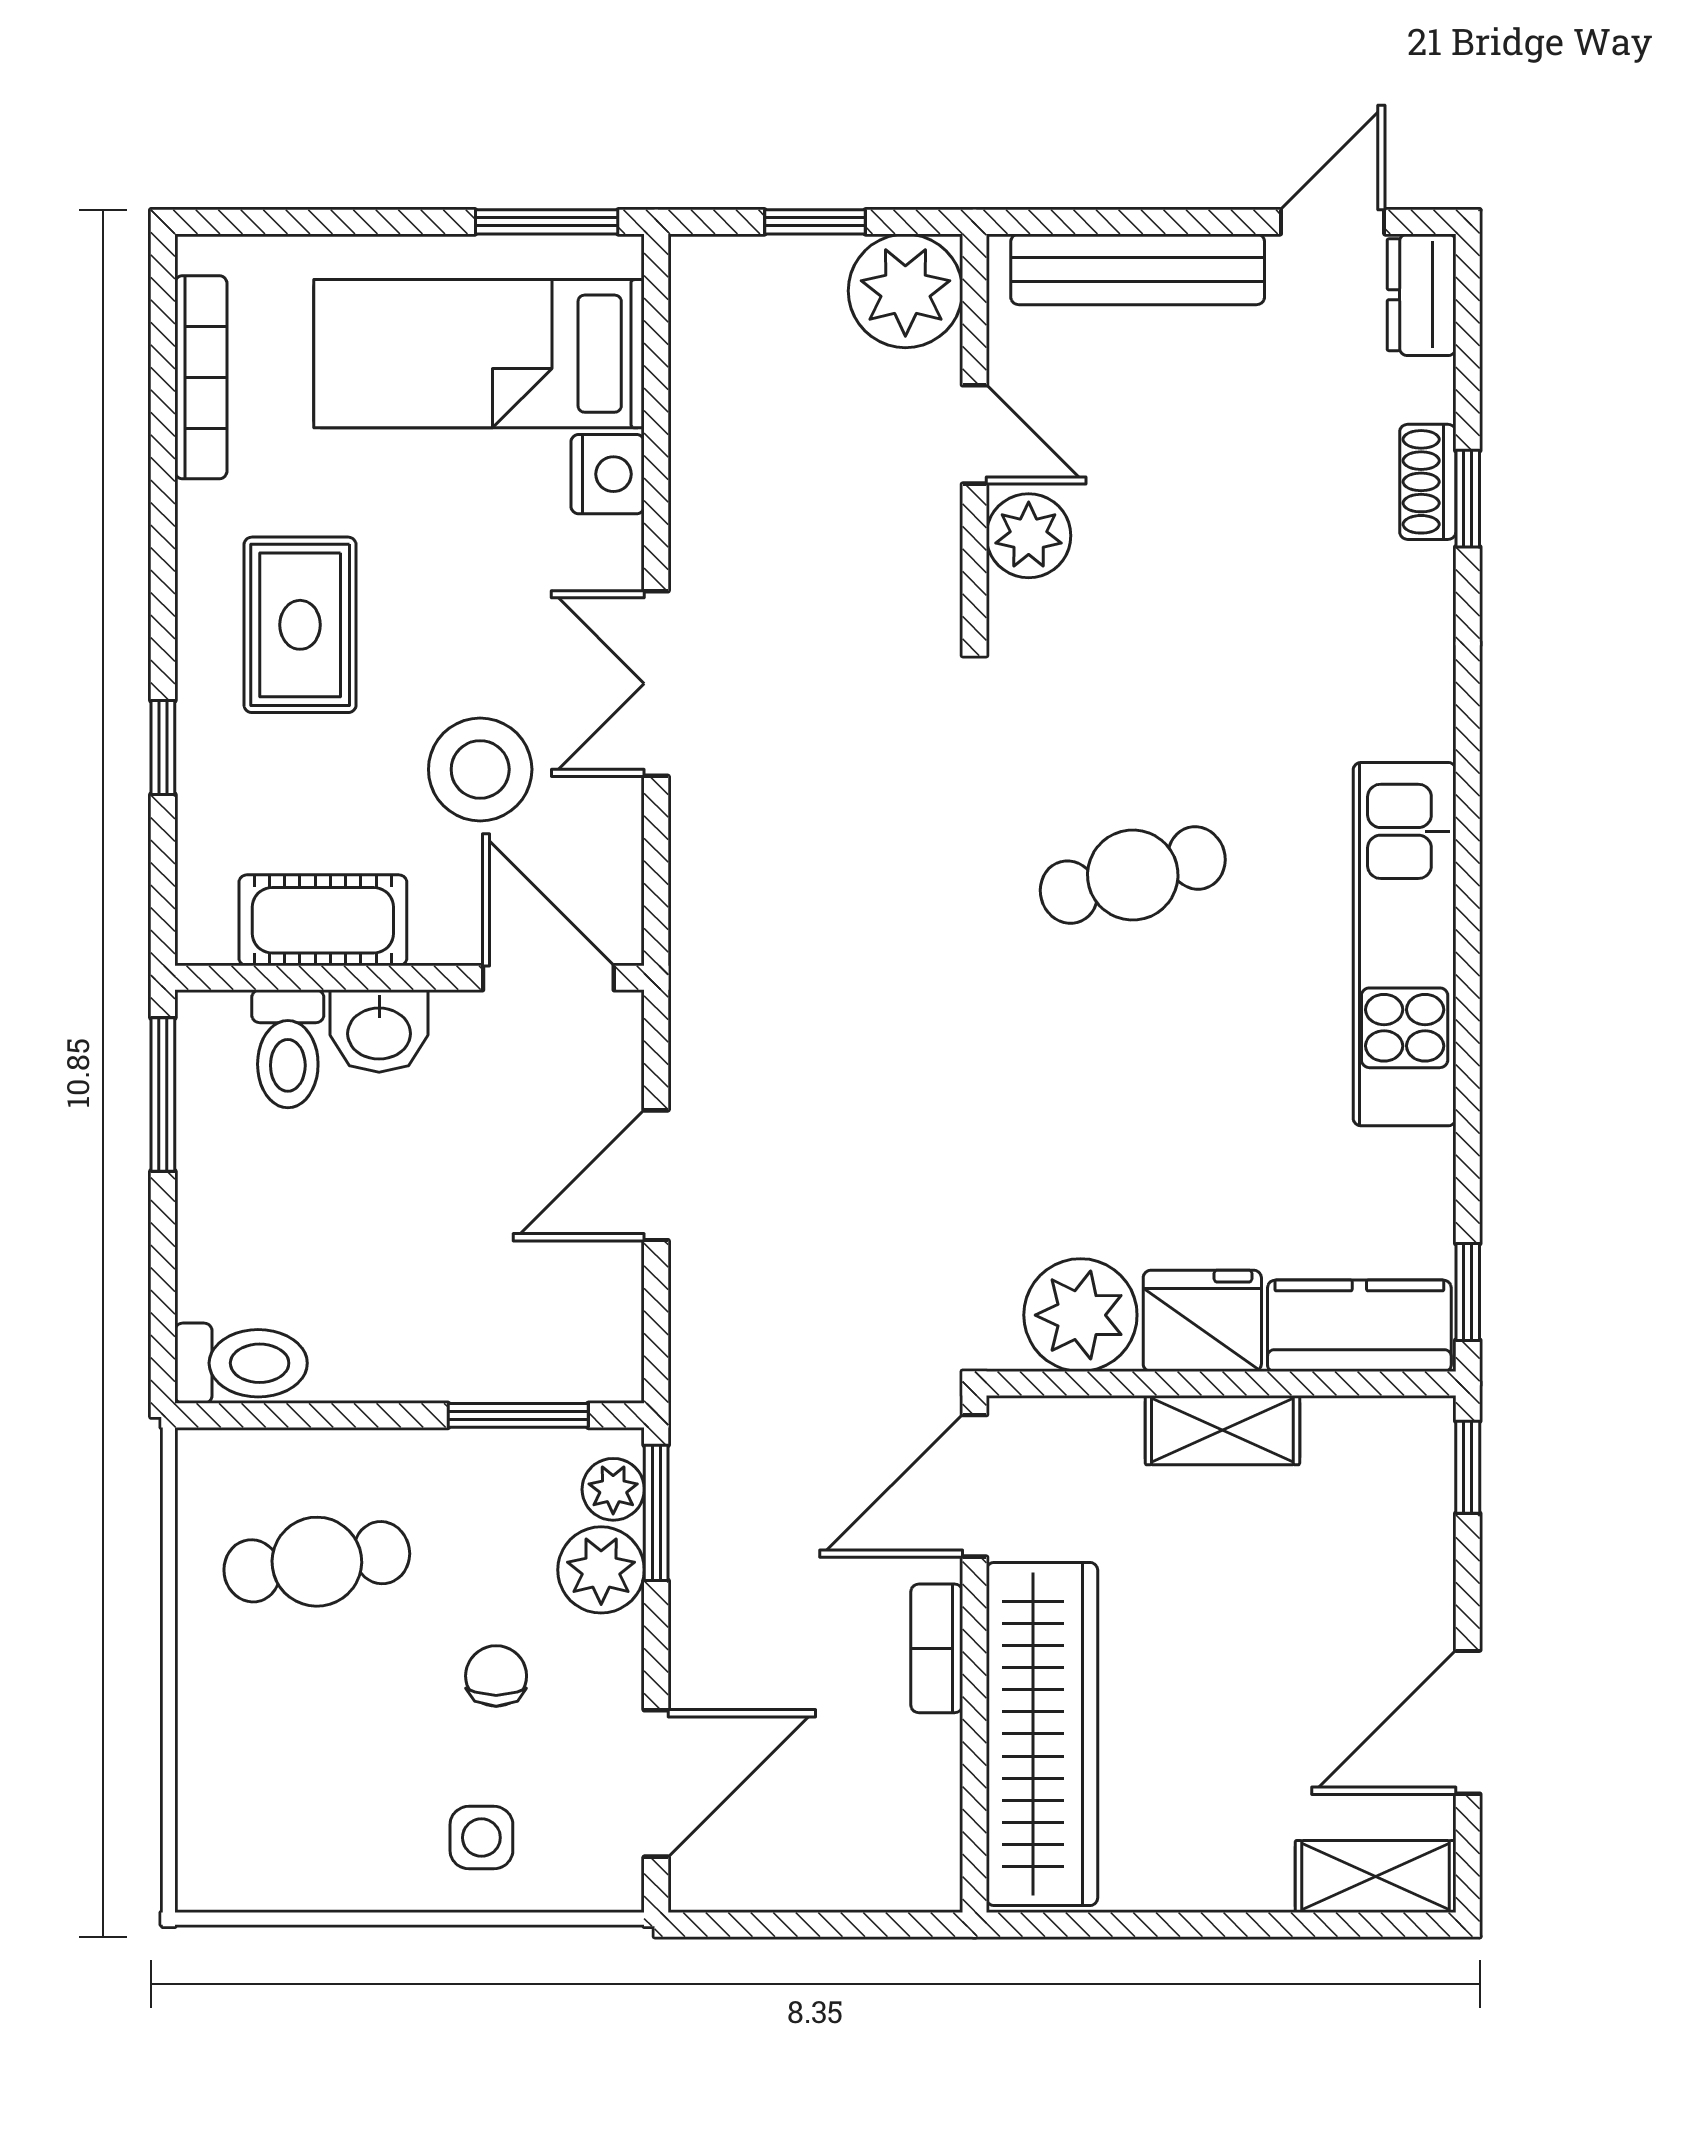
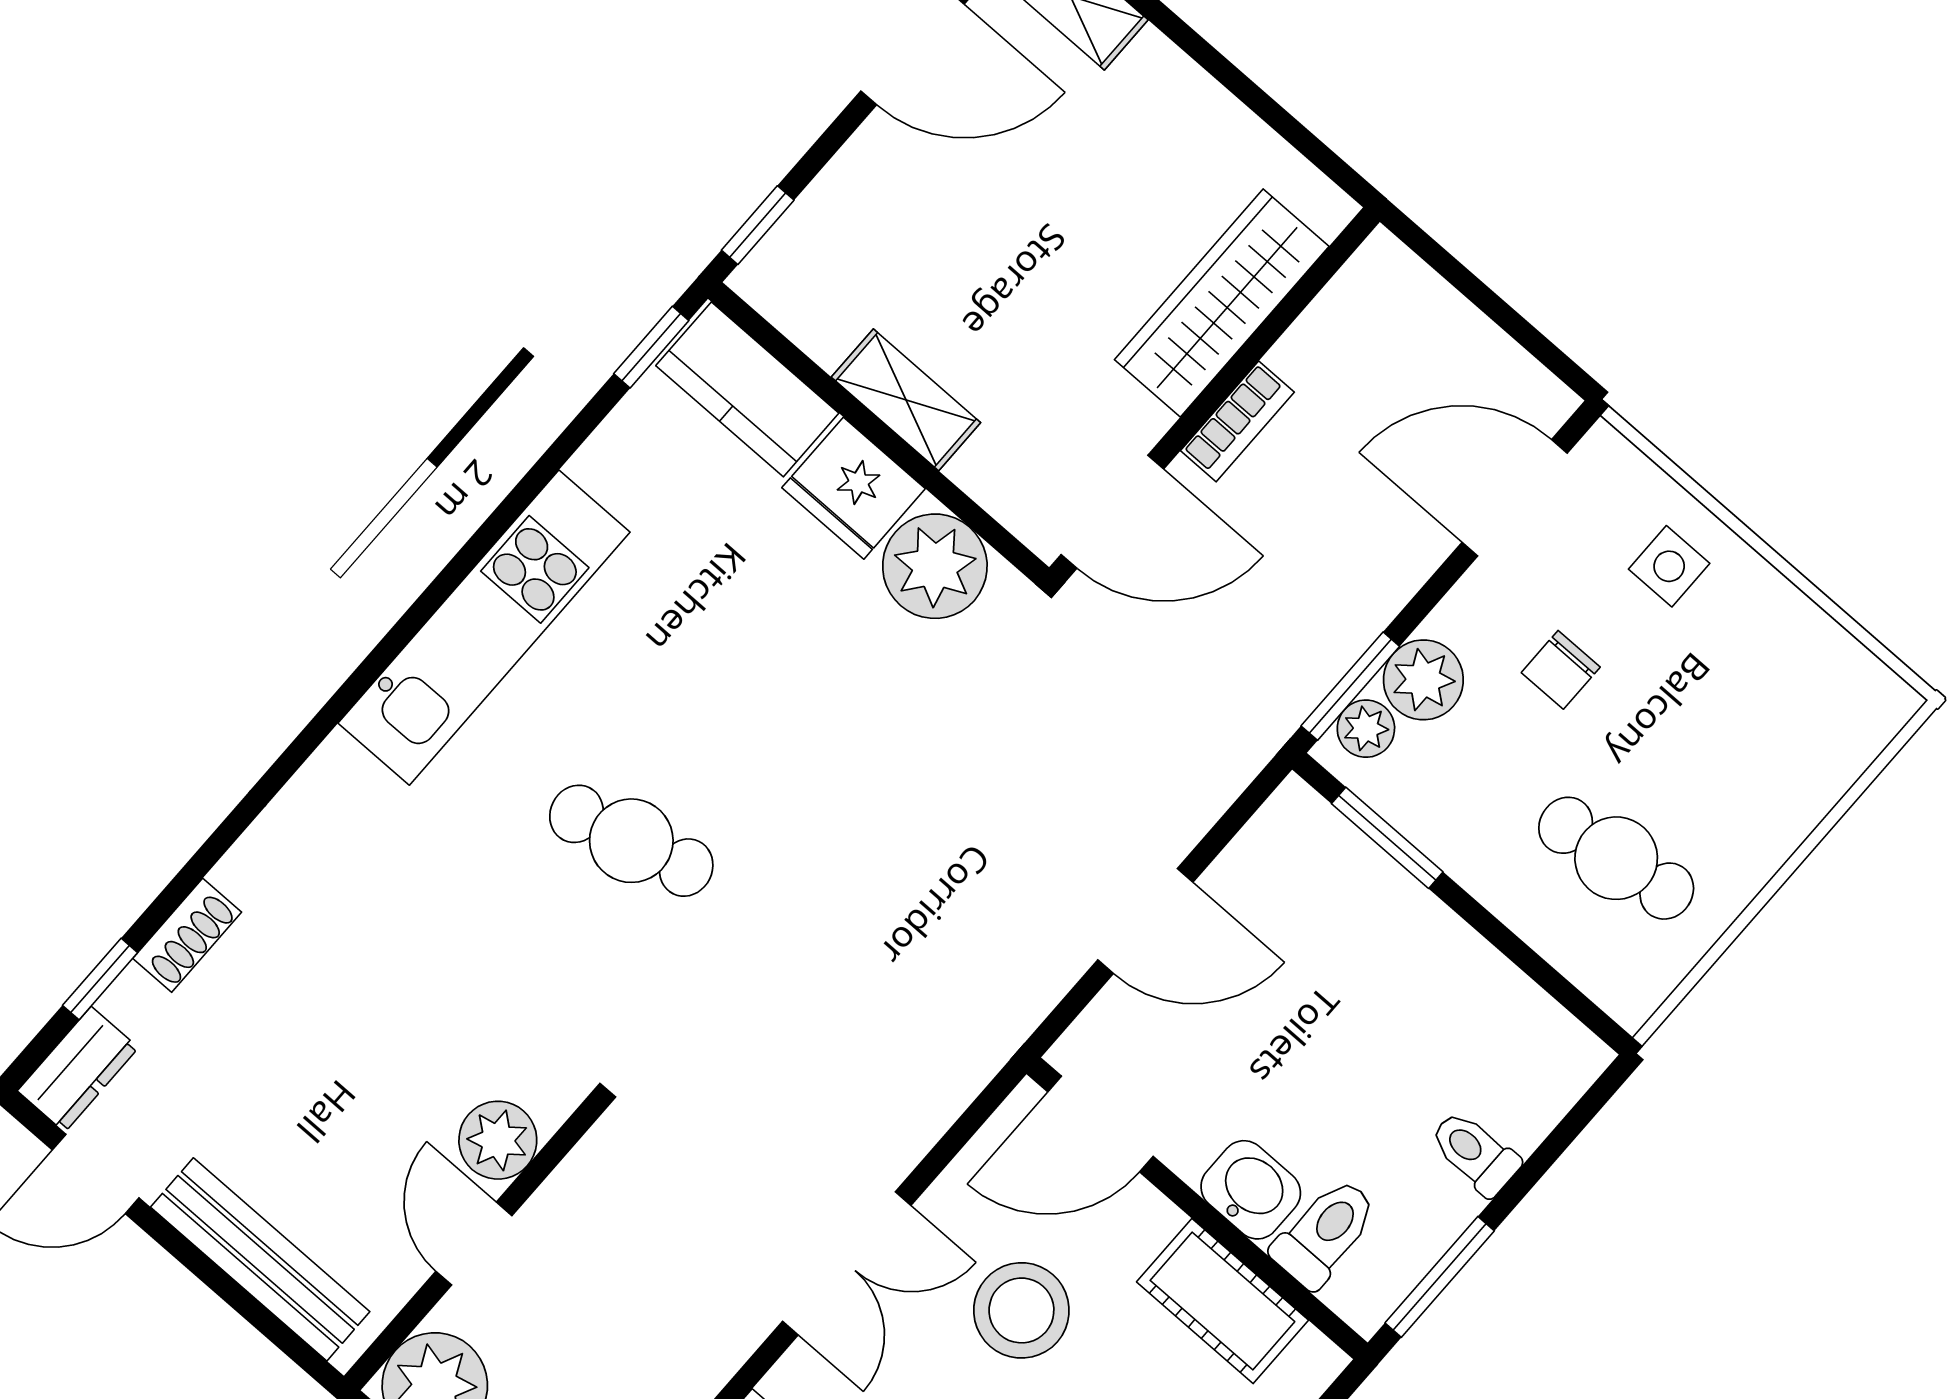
window: (1468, 499) -> (100, 979), moved
door: (548, 978) -> (1100, 1124), hinge flipped
toilet: (241, 1363) -> (1475, 1153), moved, width x0.73, depth x0.72
wardrobe: (1042, 1734) -> (1222, 303), width x0.71, depth x0.85

